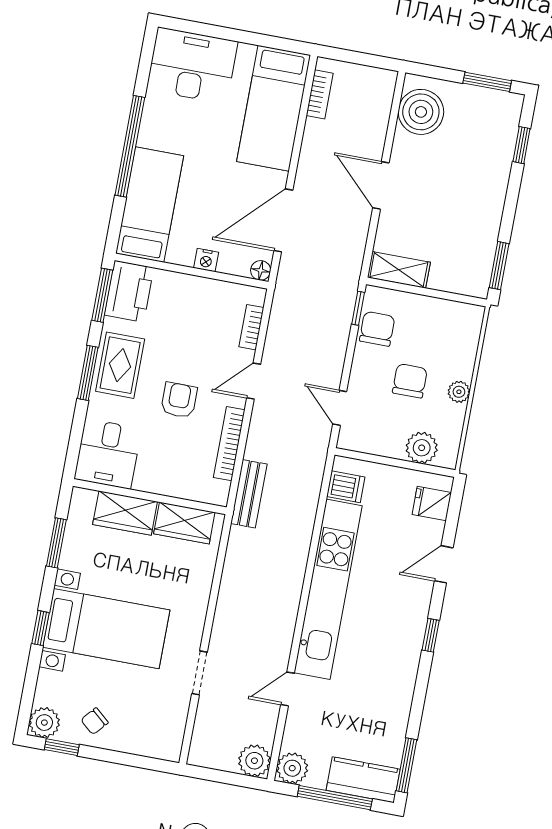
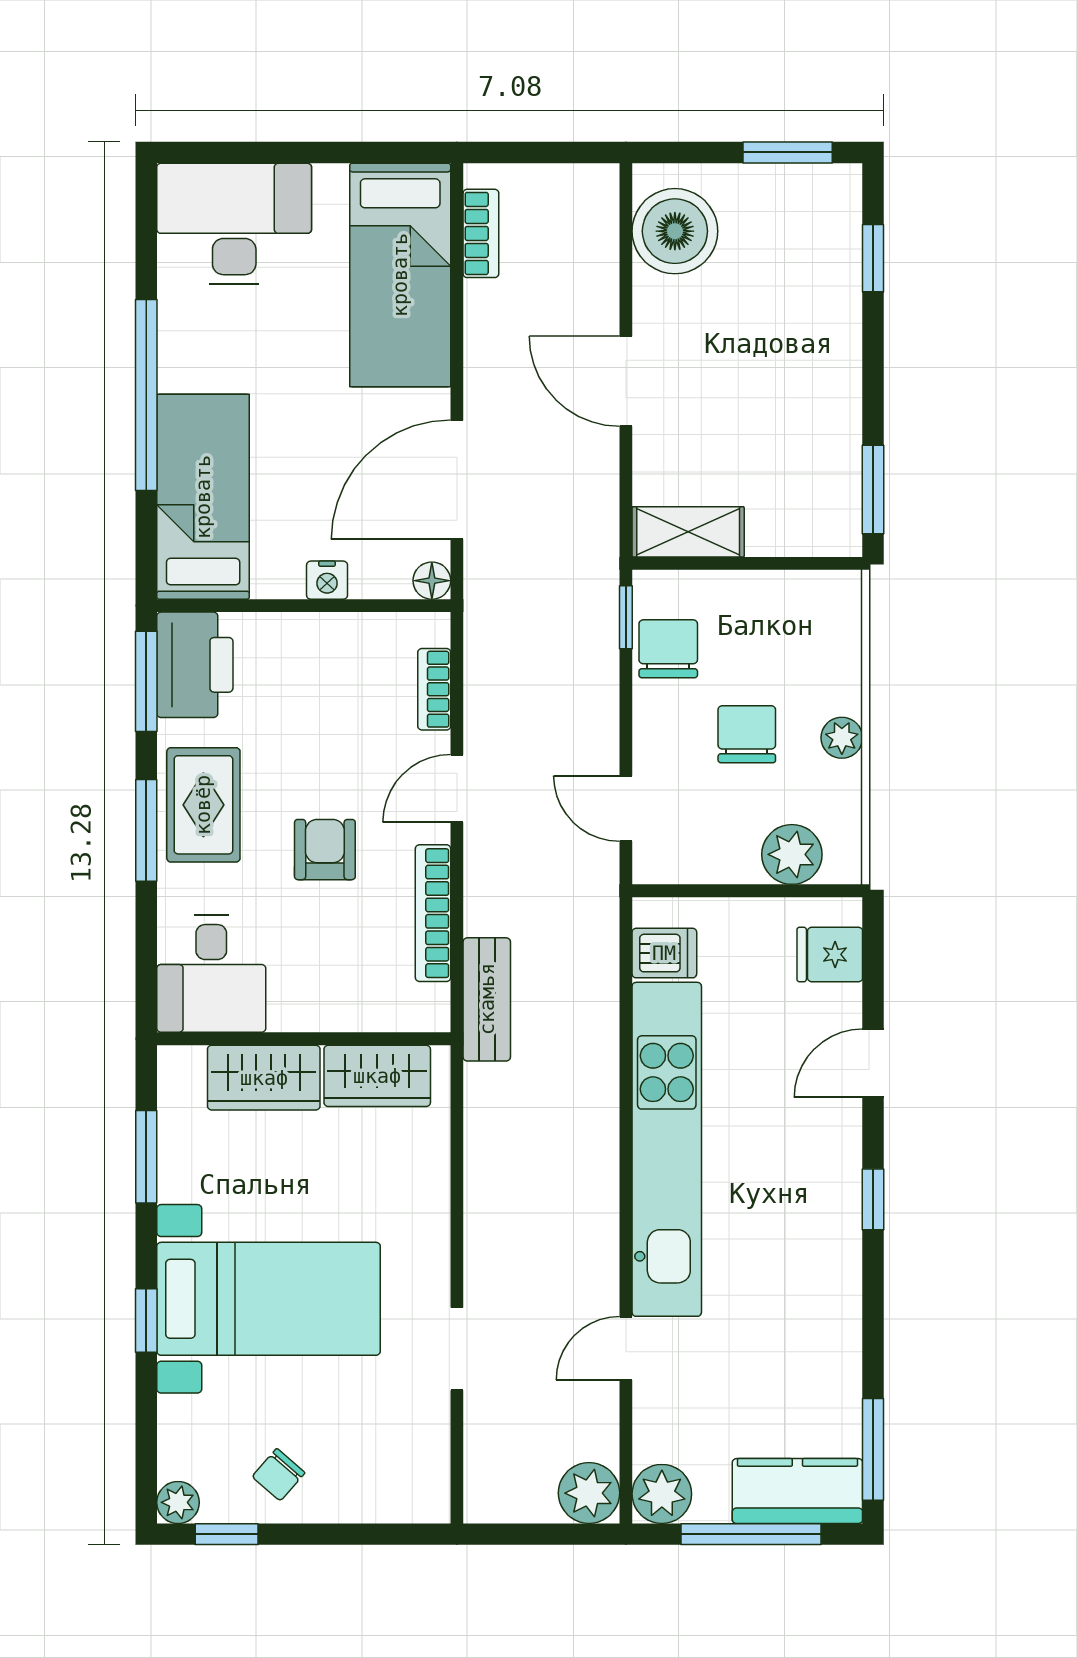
plant: (44, 723) -> (178, 1502), width x0.73, depth x0.73

